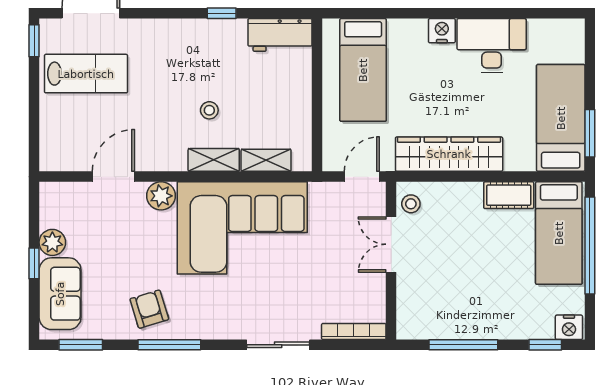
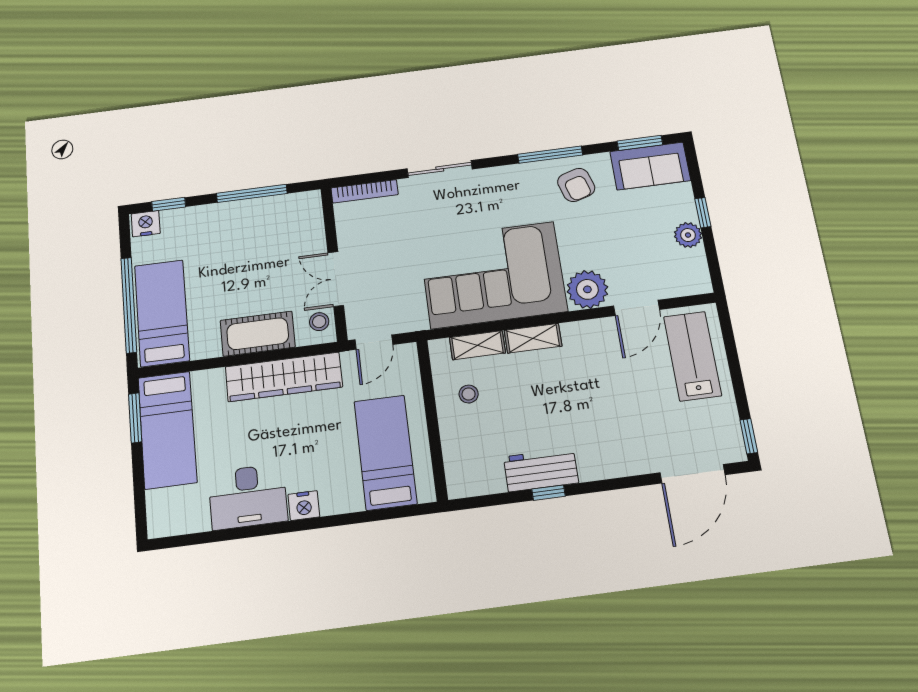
workbench: (280, 35) -> (541, 470), moved
lab bench: (86, 74) -> (692, 356), moved, turned 90
stool: (209, 110) -> (469, 394), moved
cot: (509, 195) -> (258, 334), moved, width x1.37, depth x1.34
plant: (161, 196) -> (587, 289), width x1.36, depth x1.36
double door: (391, 244) -> (336, 279), swing flipped
sofa: (60, 294) -> (650, 166), moved, turned -90

